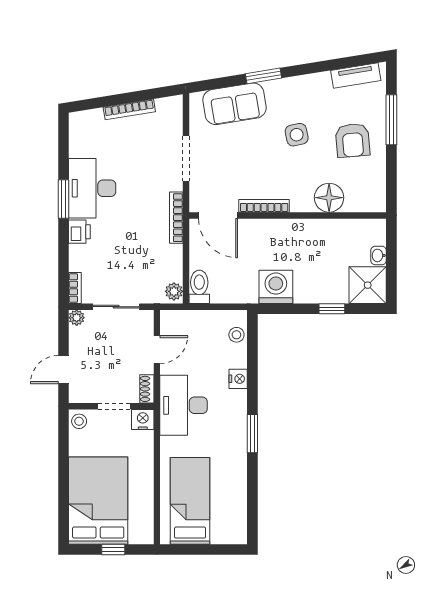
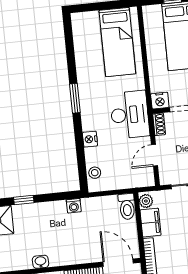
washbasin: (318, 227) -> (41, 262), added
filing cabinet: (171, 263) -> (151, 223), added
washing machine: (276, 287) -> (74, 206), width x0.53, depth x0.53

